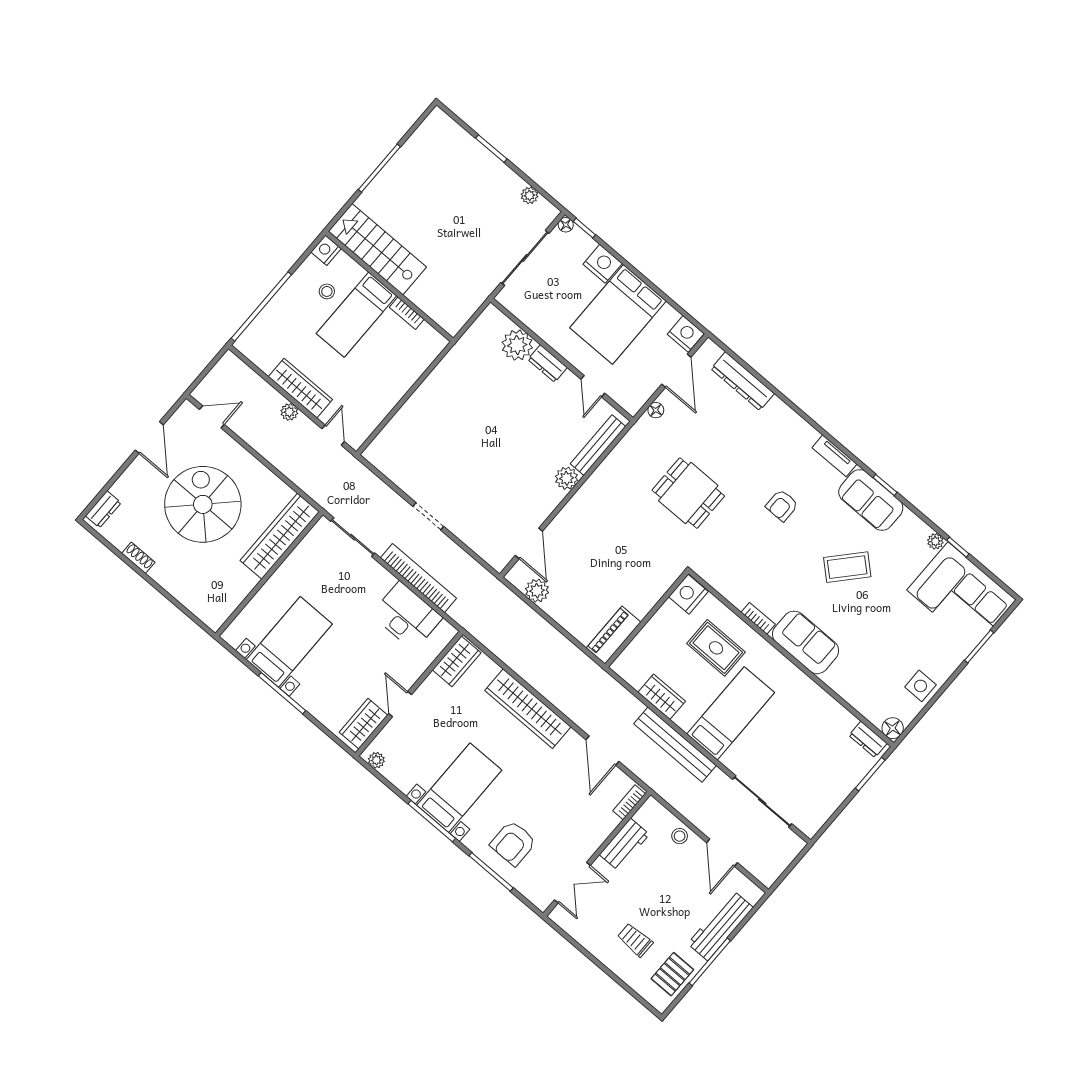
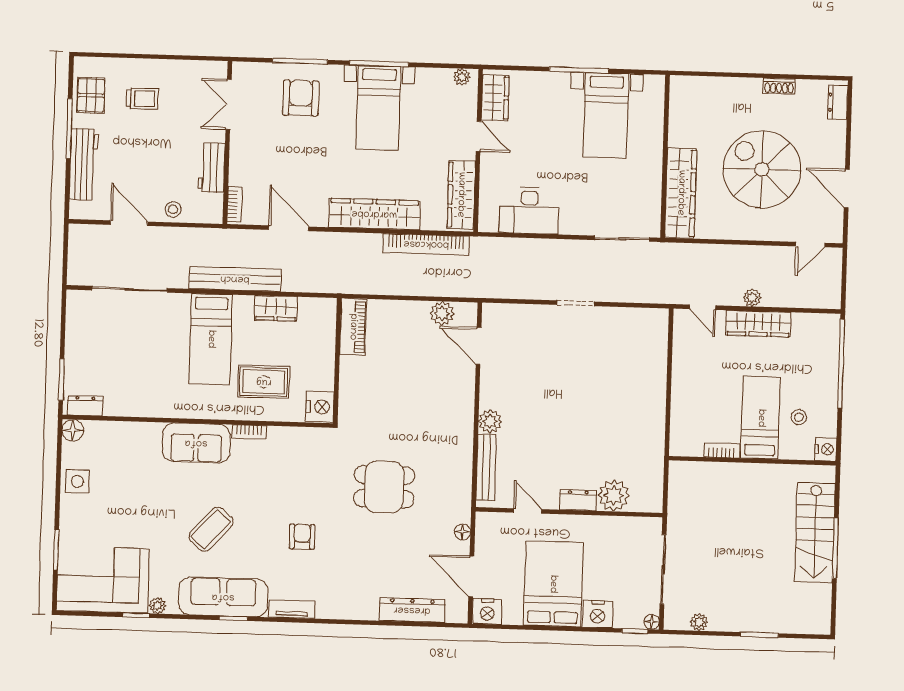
stairs: (377, 249) -> (815, 532), moved, turned 90
sofa: (871, 500) -> (223, 597), width x1.36
spiral stairs: (203, 504) -> (762, 169), turned 180
bookcase: (418, 578) -> (426, 244), moved
wardrobe: (457, 661) -> (461, 195), width x1.50

